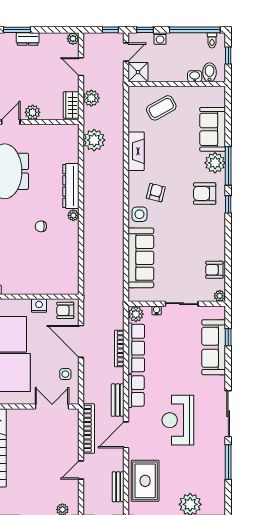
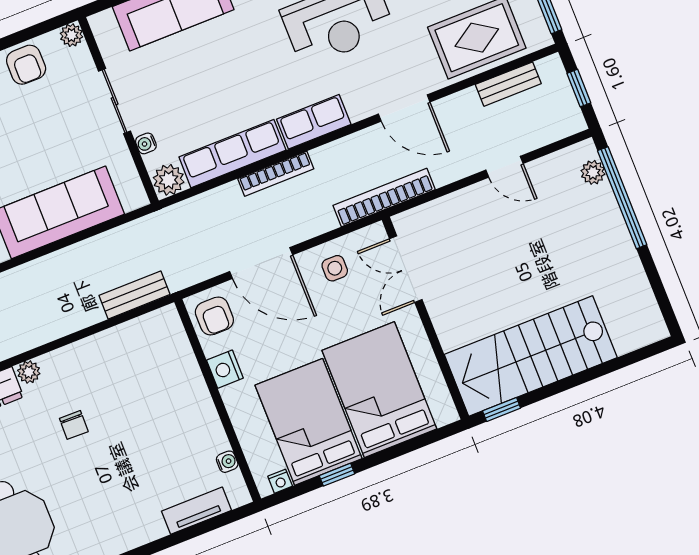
door: (81, 341) -> (261, 263), hinge flipped
bookcase: (119, 348) -> (276, 174), moved
bench: (118, 400) -> (135, 295), moved
bookcase: (89, 429) -> (384, 197), moved

